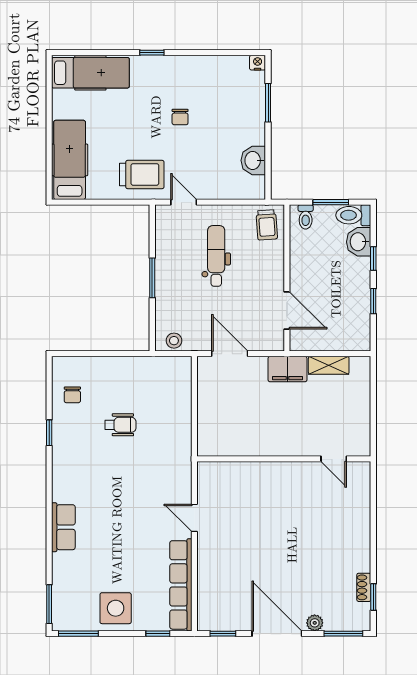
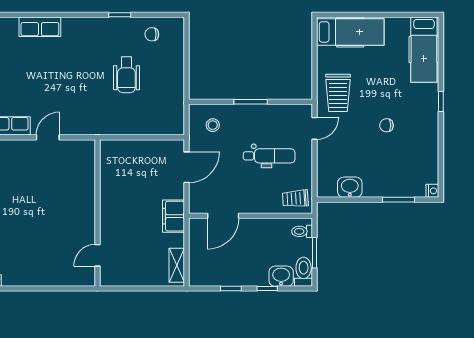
stool: (174, 341) -> (213, 125), moved
shelving: (329, 365) -> (177, 265), moved
wheelchair: (120, 425) -> (126, 75), width x1.36, depth x1.37

